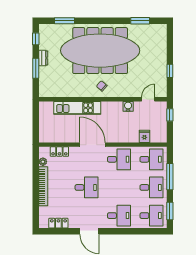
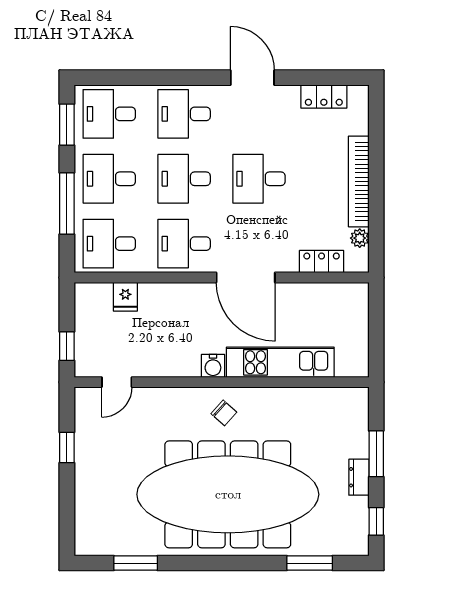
water cooler: (128, 106) -> (213, 366), moved
desk: (119, 187) -> (184, 179), added

